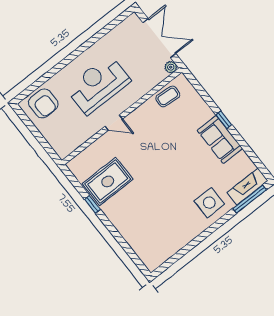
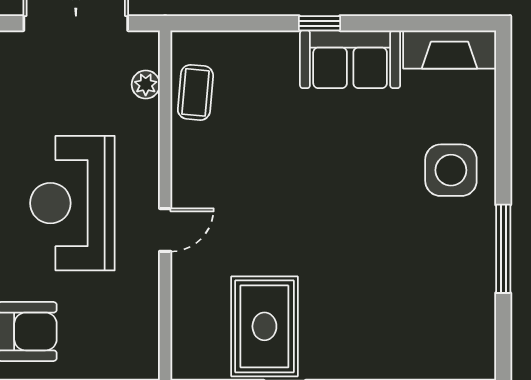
plant: (171, 67) -> (146, 84), moved
fireplace: (247, 187) -> (450, 49), moved, turned -90
window: (250, 199) -> (503, 249), moved

